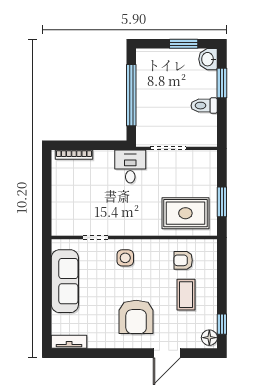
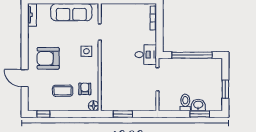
washbasin: (208, 59) -> (198, 105), moved
rug: (185, 213) -> (115, 90), removed
floor lamp: (209, 338) -> (94, 106), moved

